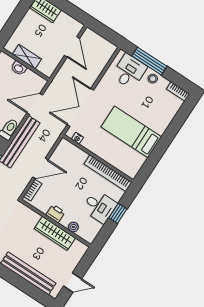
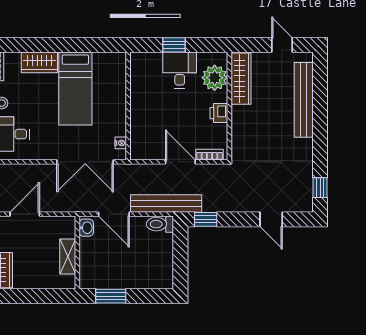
washbasin: (19, 68) -> (86, 228), moved
wardrobe: (163, 120) -> (39, 62), added
bookcase: (108, 173) -> (137, 85), removed
plant: (73, 227) -> (215, 78), width x1.87, depth x1.87
wardrobe: (55, 233) -> (241, 79), moved

